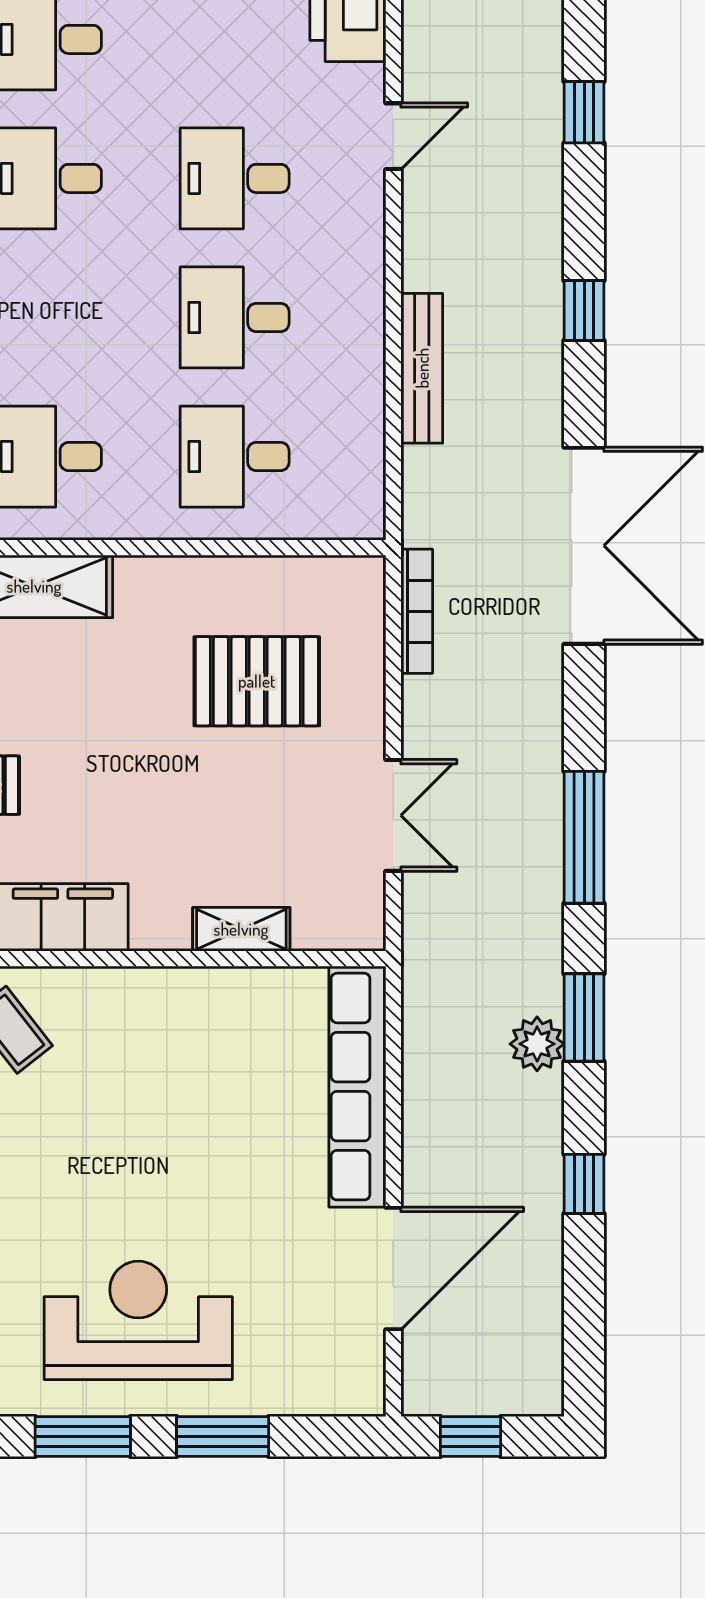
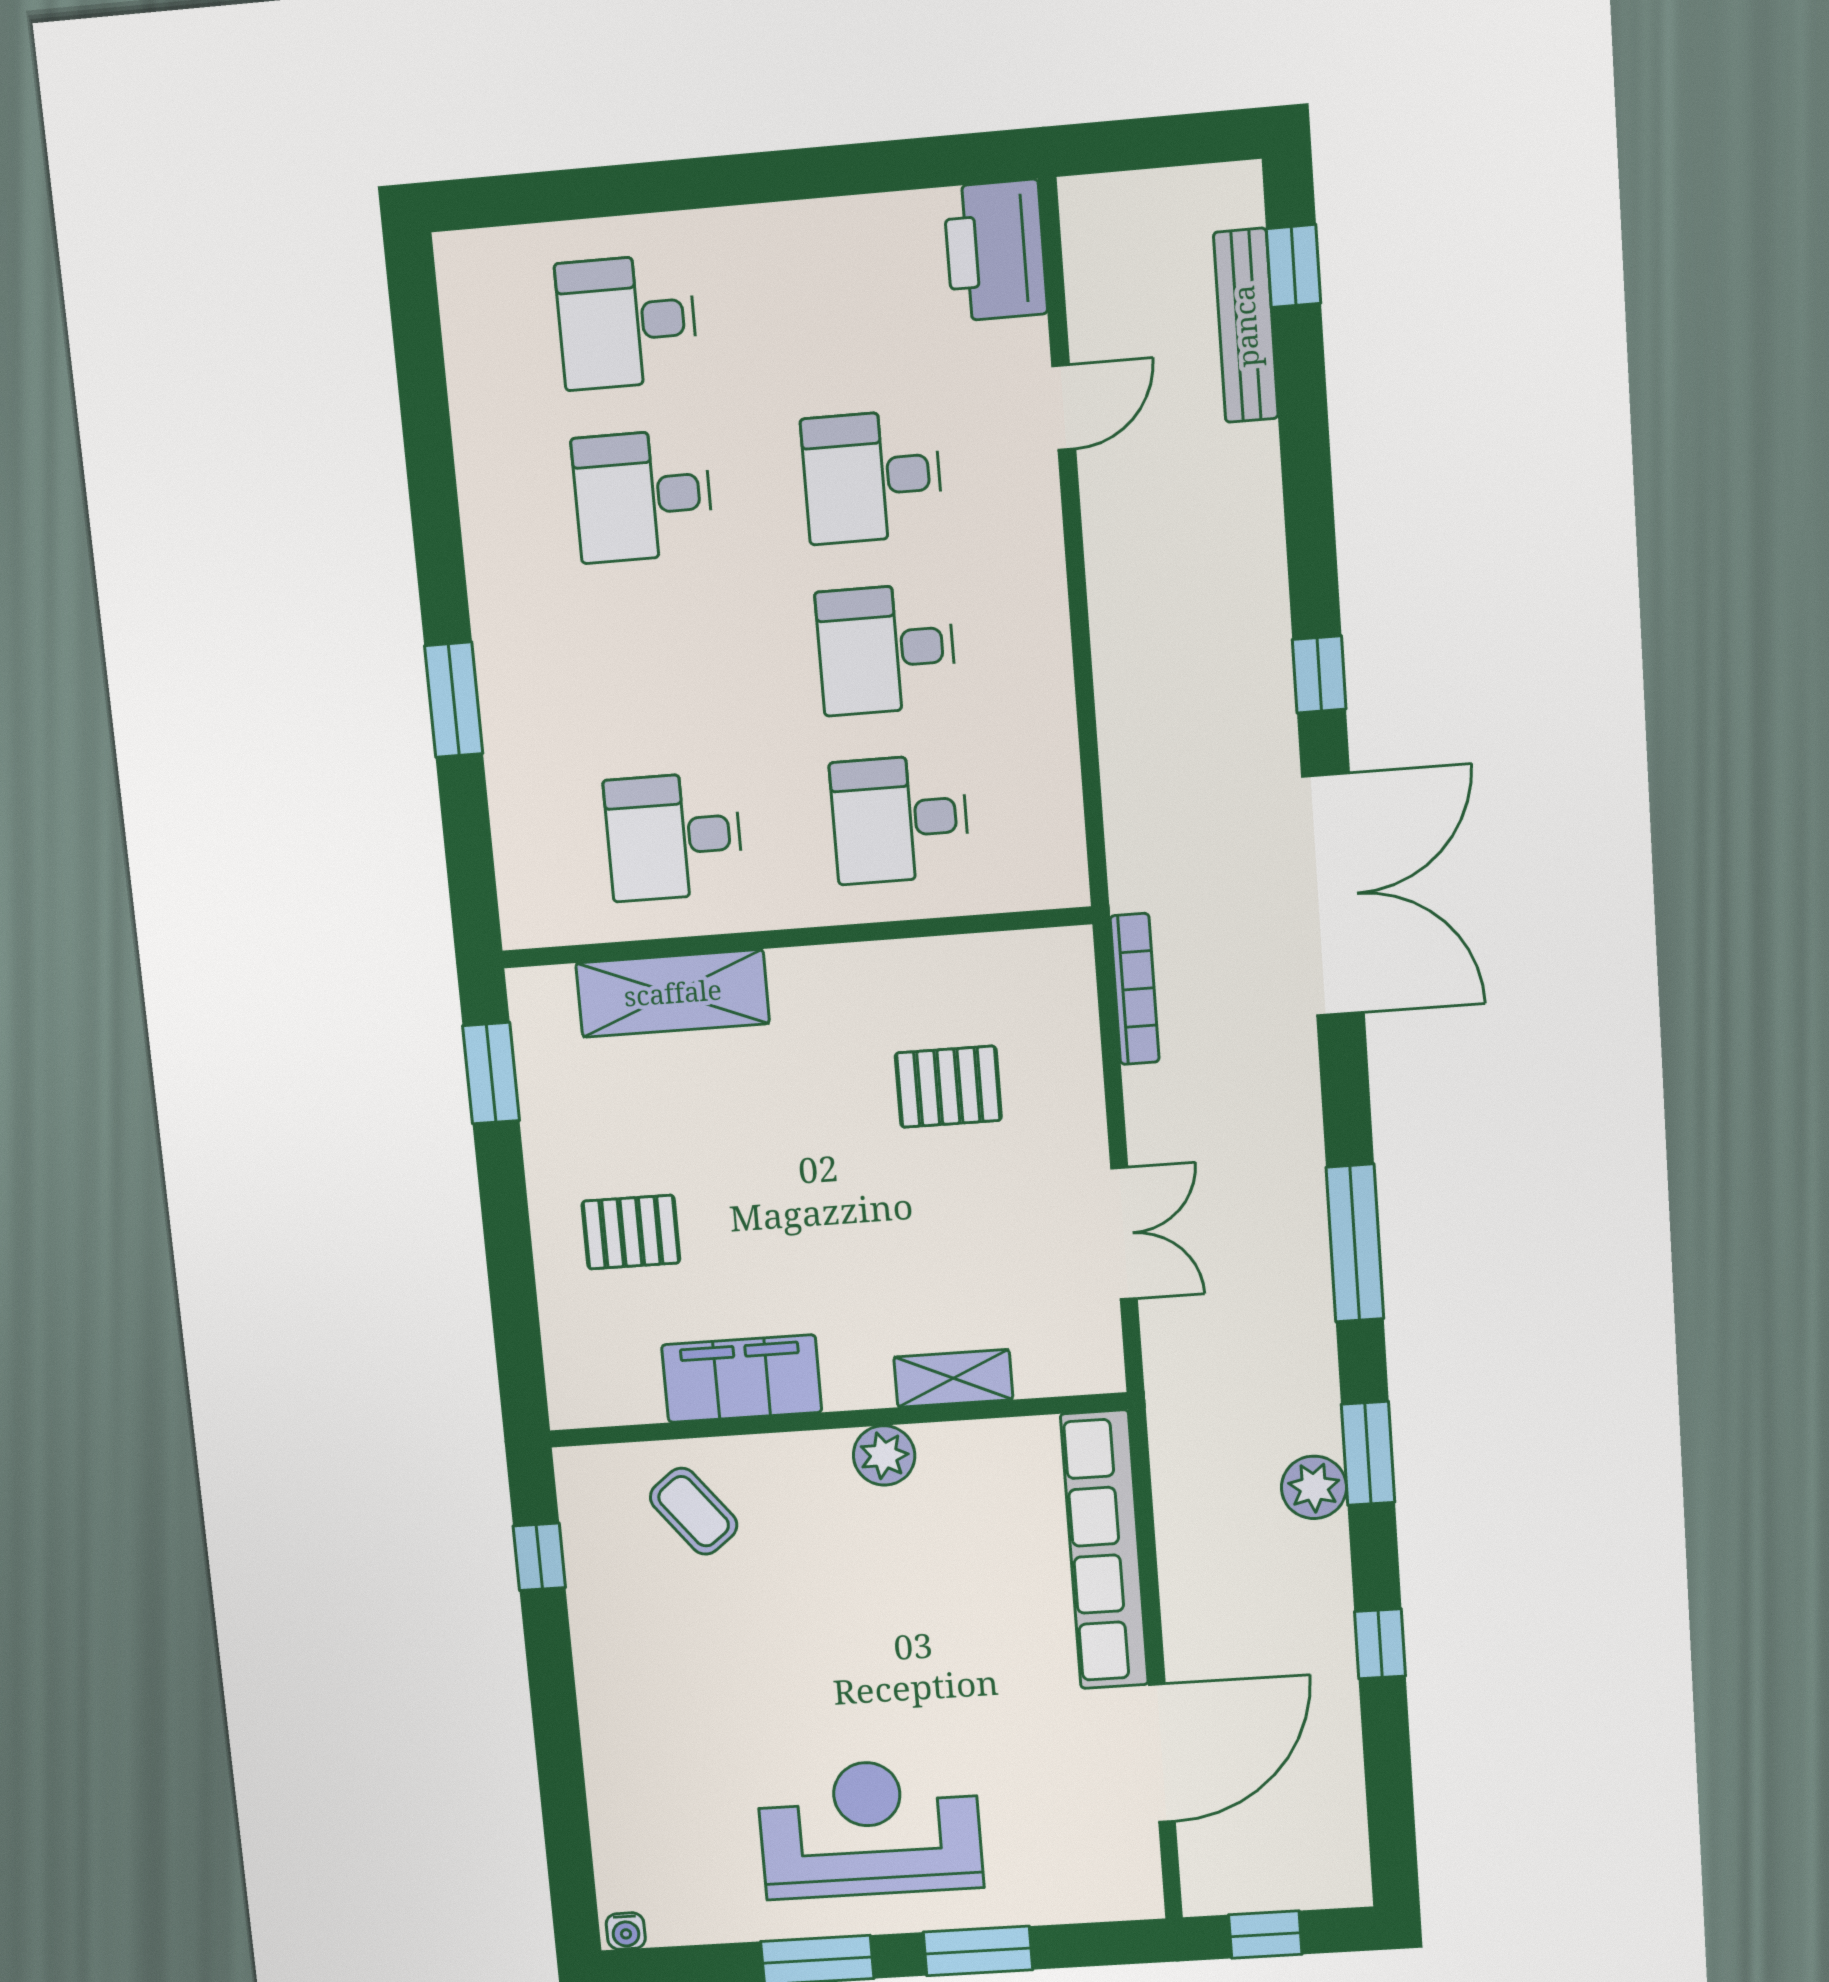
window: (584, 112) -> (1293, 266), moved
window: (584, 311) -> (1319, 674), moved
bench: (422, 368) -> (1246, 326), moved
pallet: (257, 681) -> (948, 1087), width x0.67, depth x0.71
plant: (178, 992) -> (884, 1455), added

